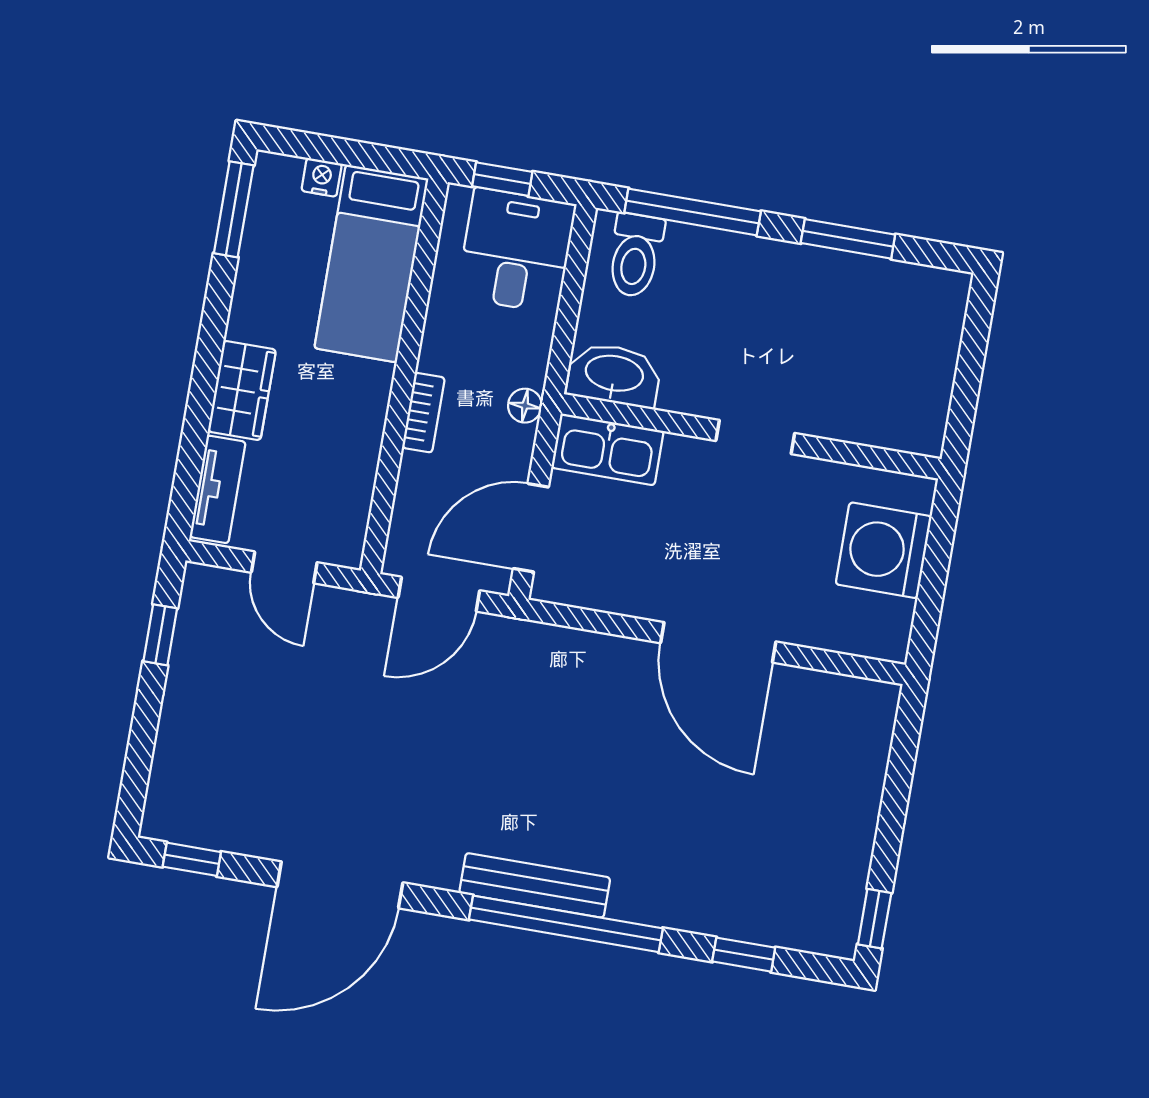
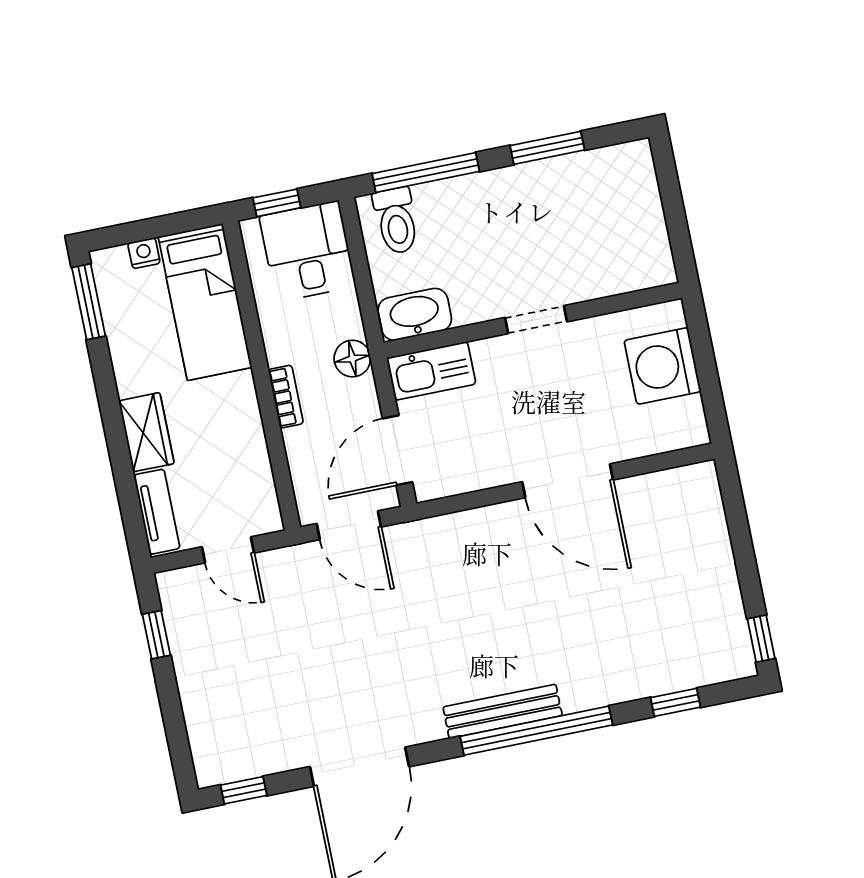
floor lamp: (525, 406) -> (352, 359), width x1.37, depth x1.37
door: (439, 594) -> (349, 525), hinge flipped

